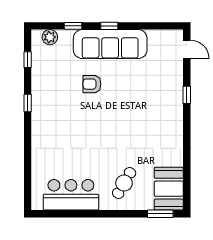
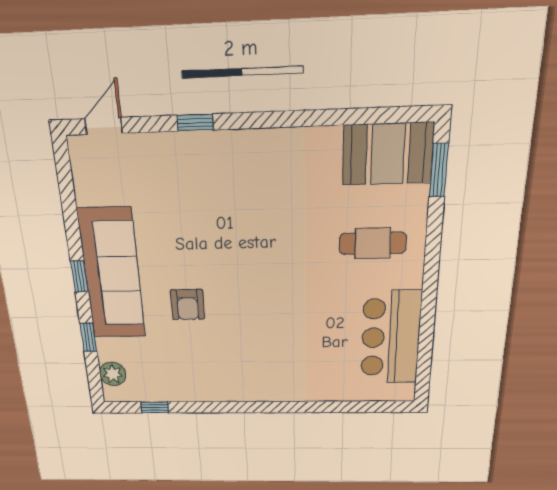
window: (28, 103) -> (228, 407), removed
cafe table: (124, 183) -> (373, 243), turned -30

